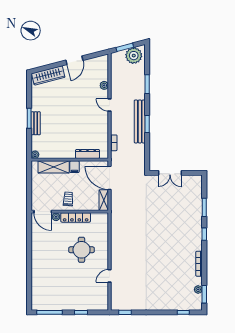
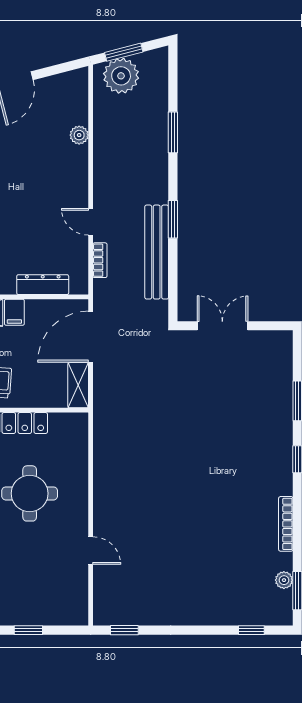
plant: (134, 56) -> (121, 76), moved
door: (110, 105) -> (91, 222), moved
bench: (140, 121) -> (157, 252), moved
double door: (170, 173) -> (222, 326), swing flipped
door: (110, 178) -> (91, 337), hinge flipped
door: (110, 276) -> (91, 550), swing flipped

